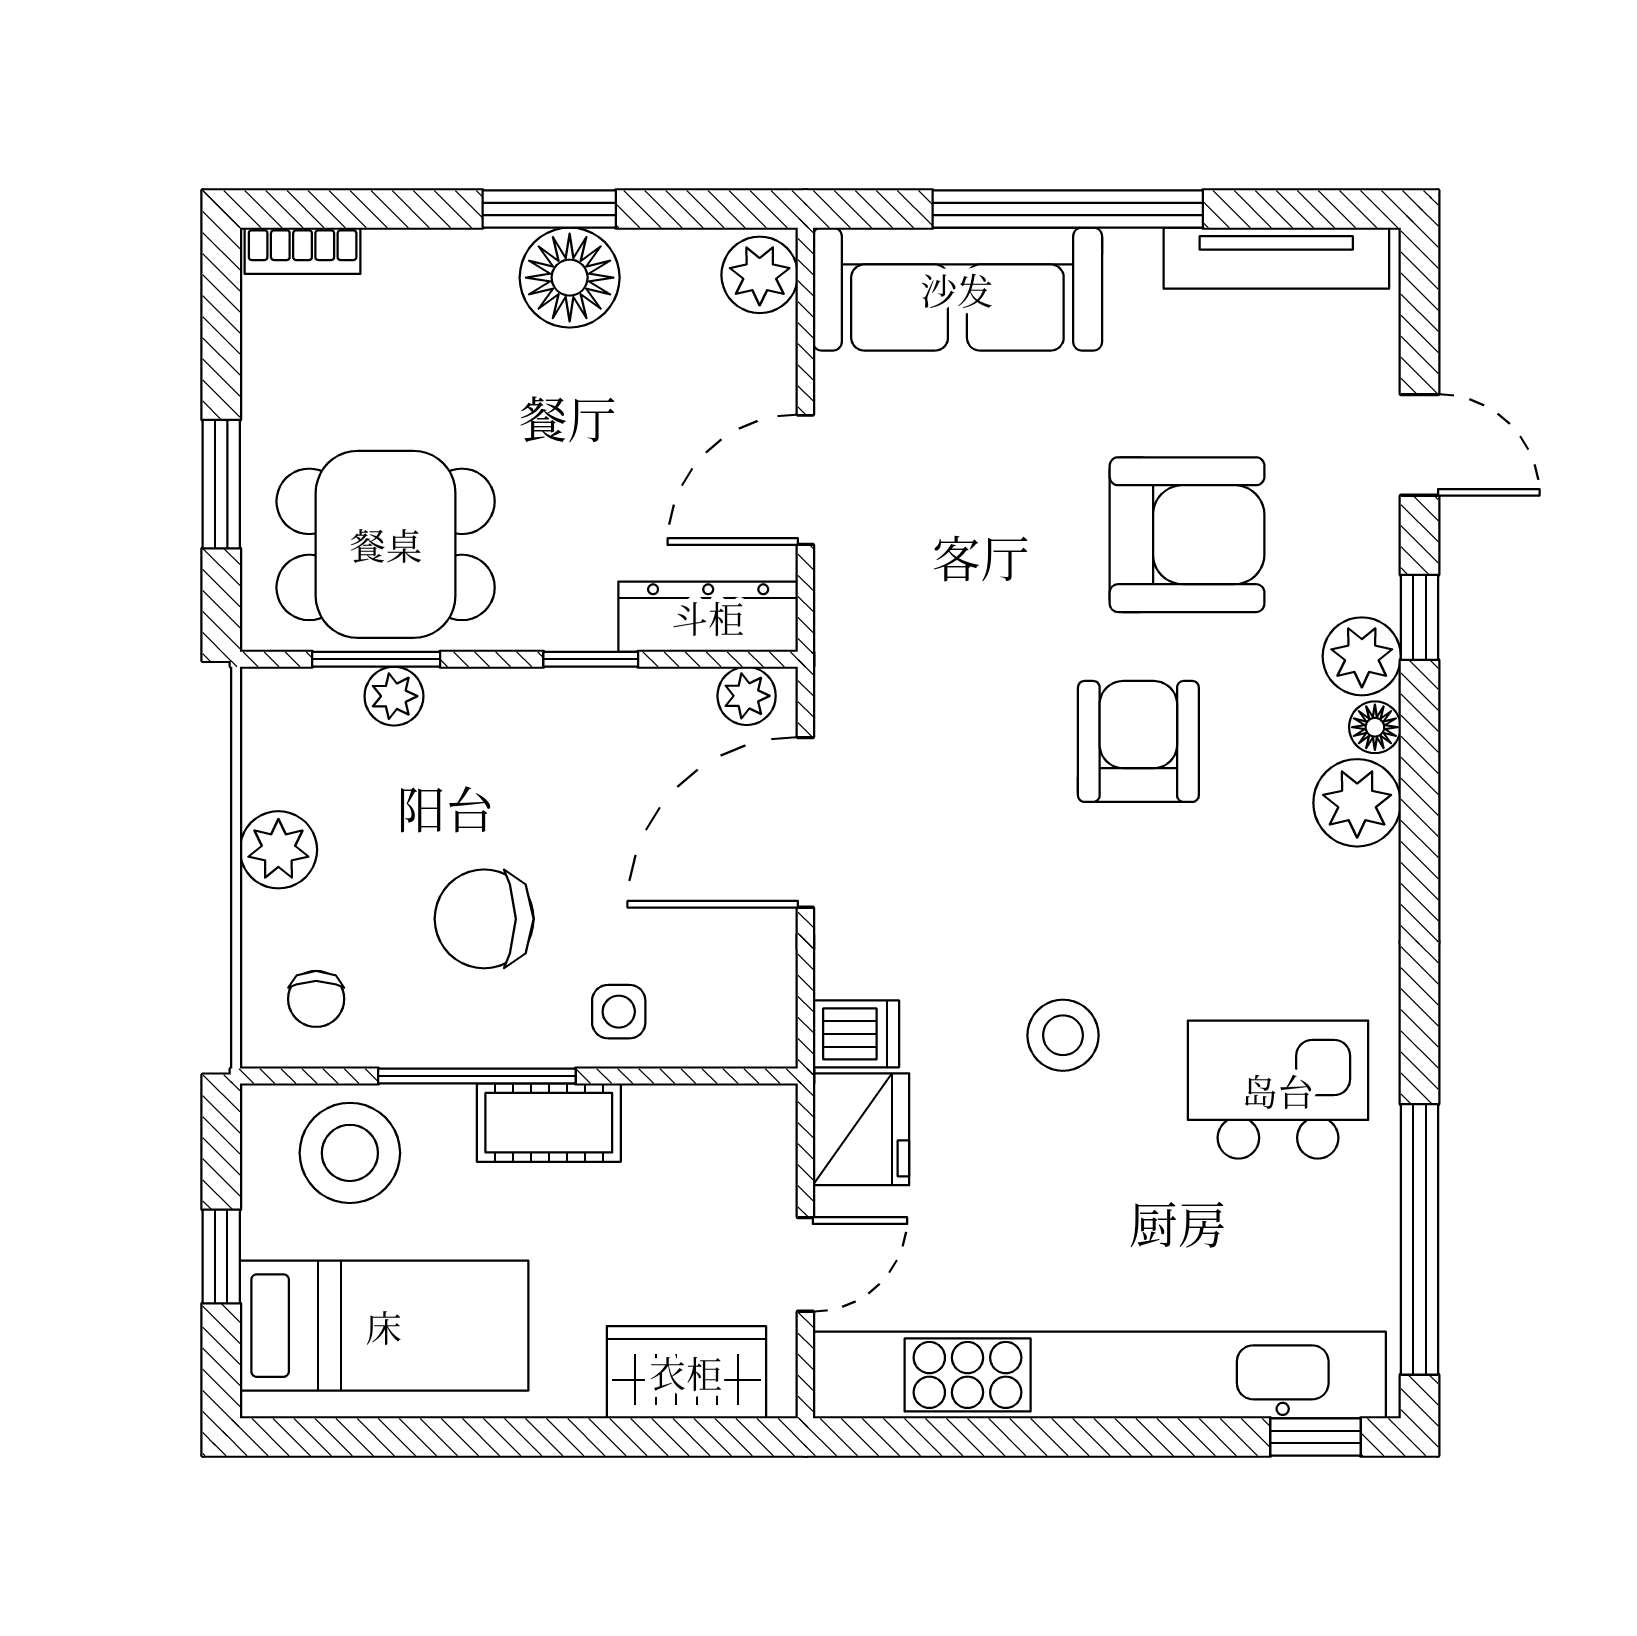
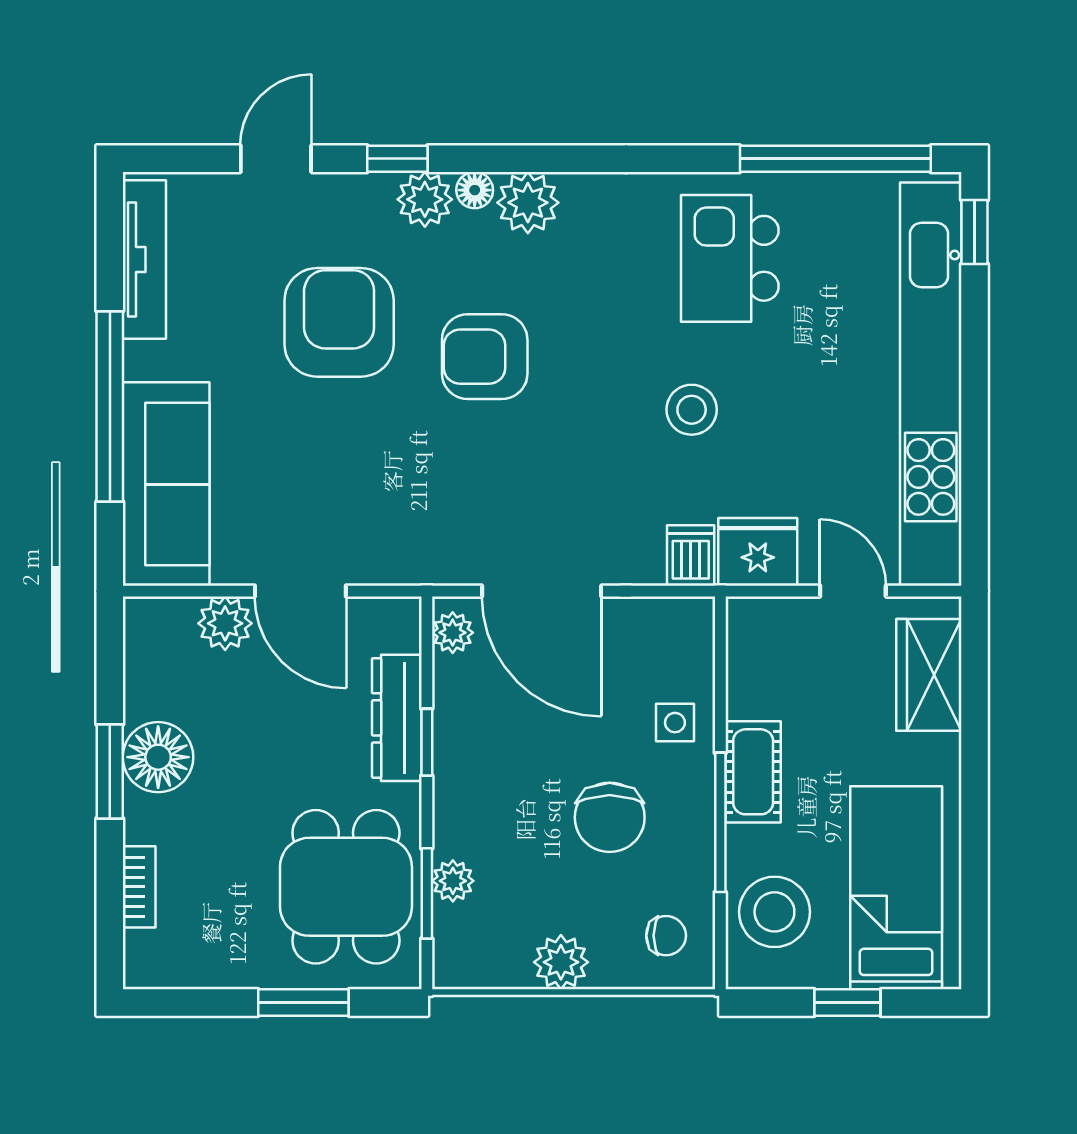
bookcase: (303, 251) -> (139, 887), moved
plant: (760, 275) -> (225, 623), moved
dresser: (708, 617) -> (397, 718), moved

